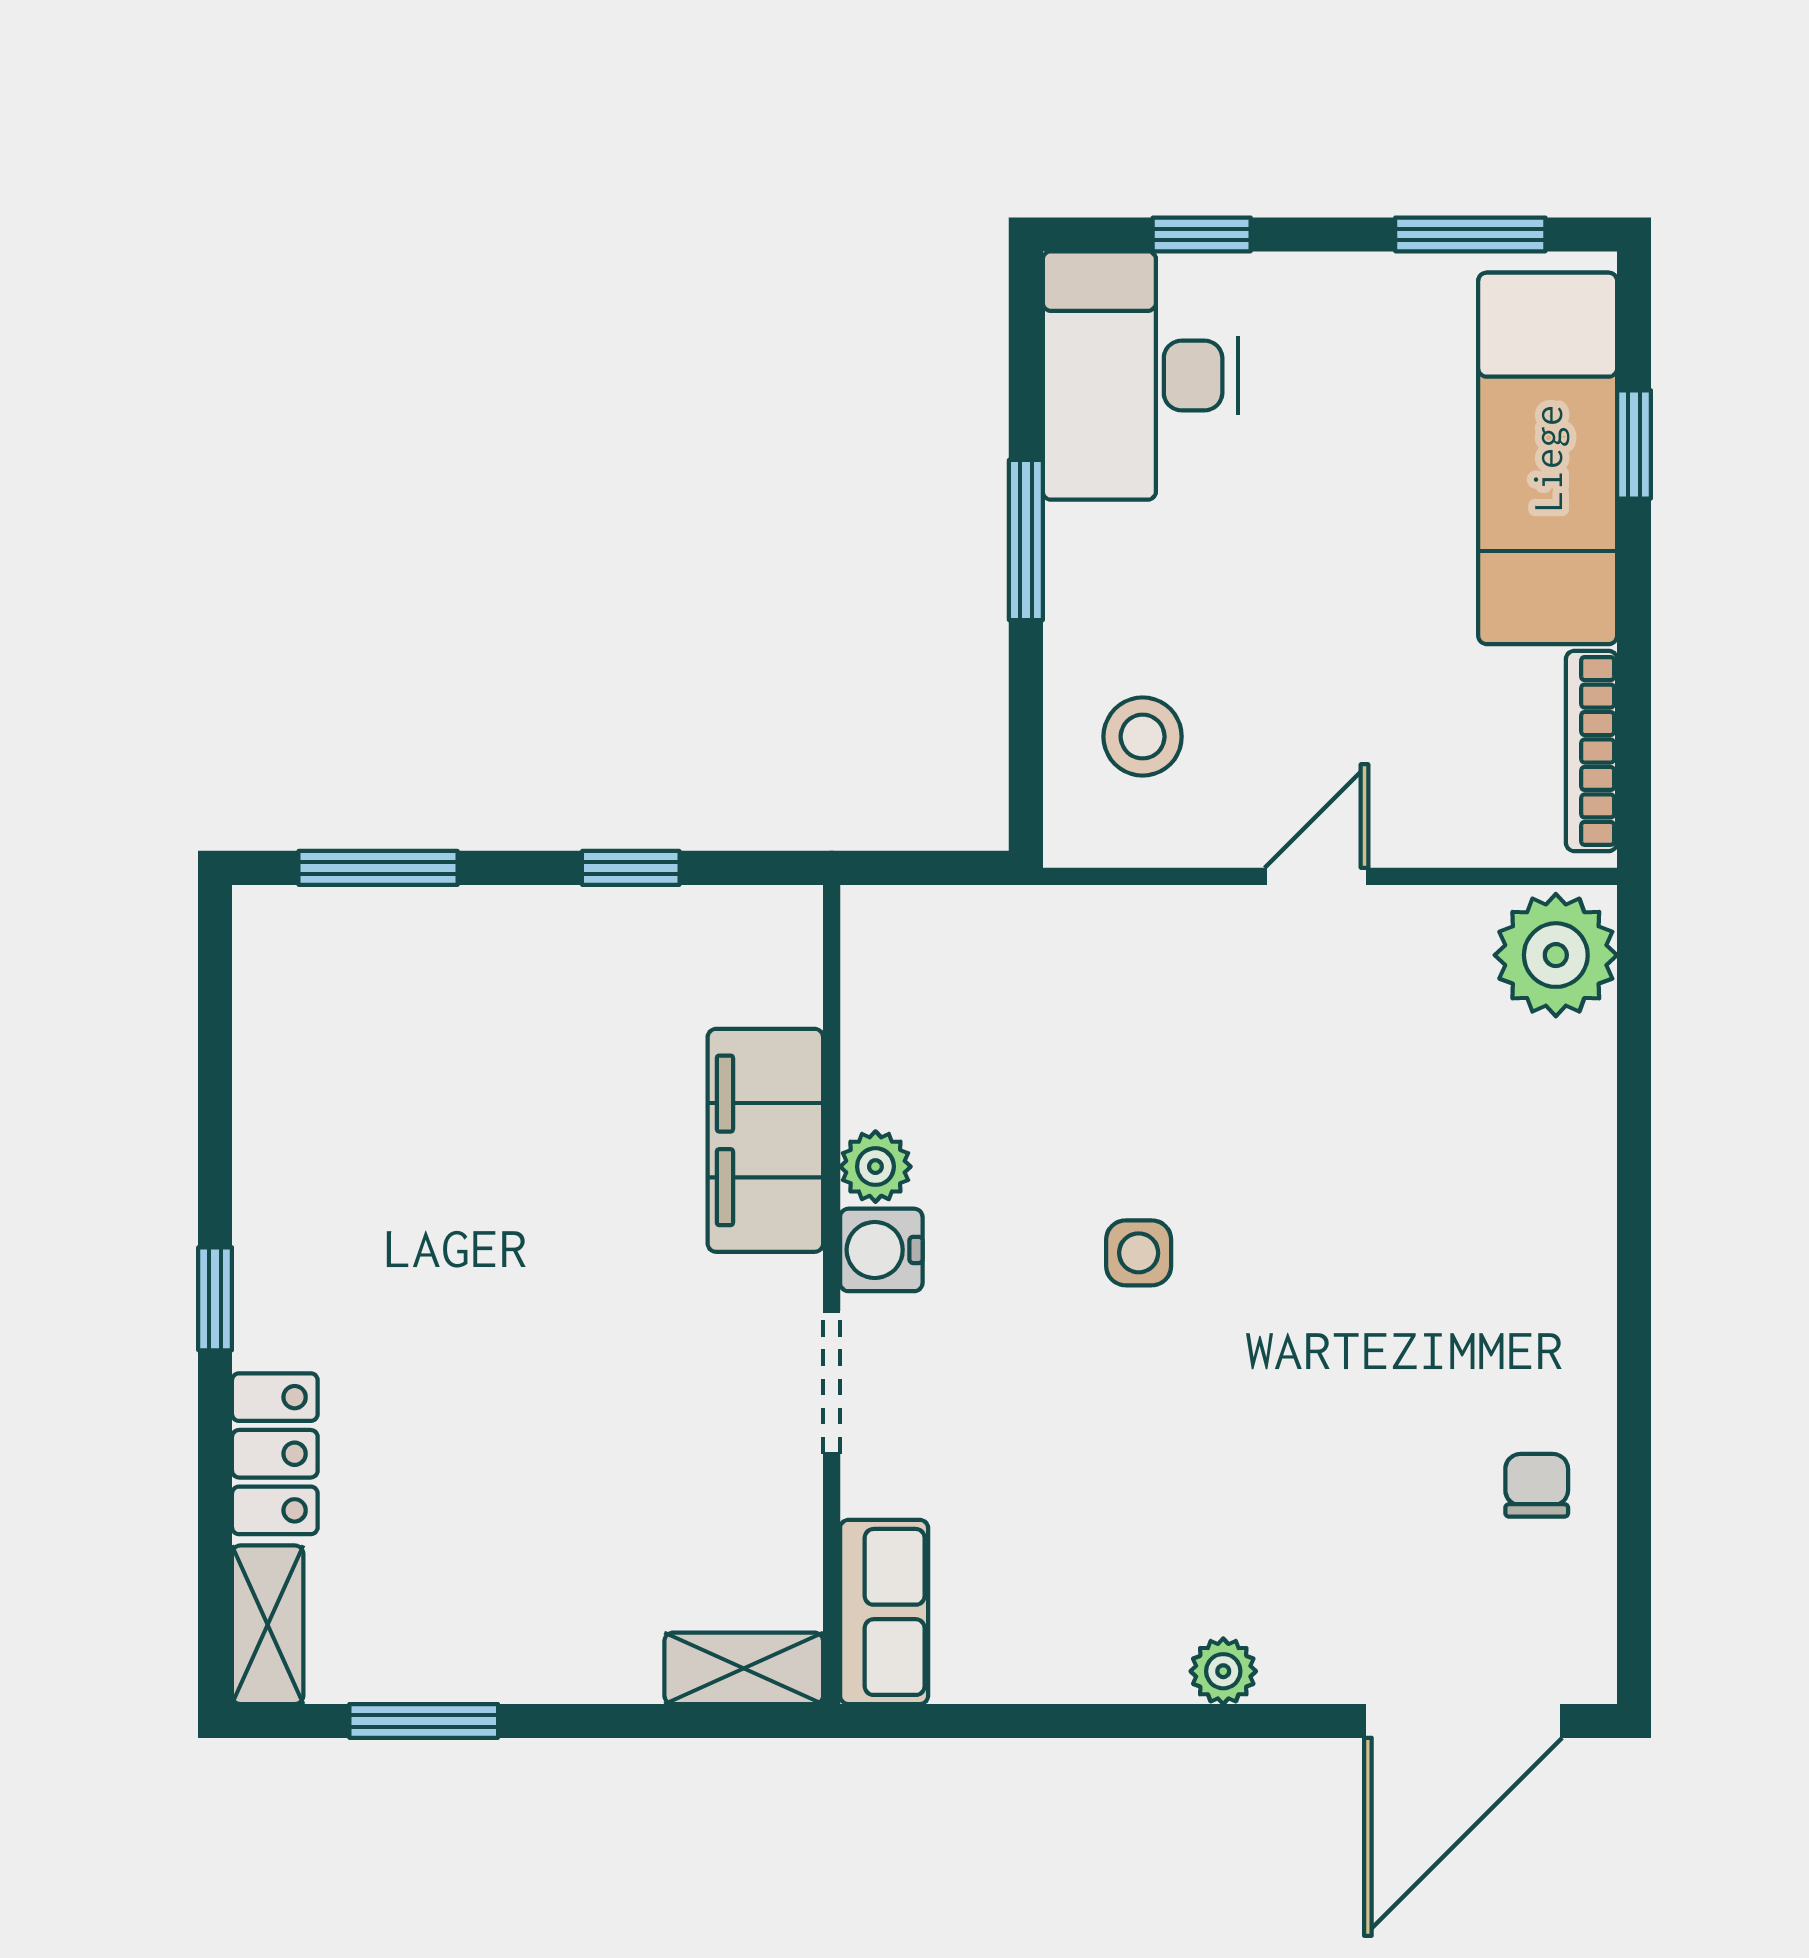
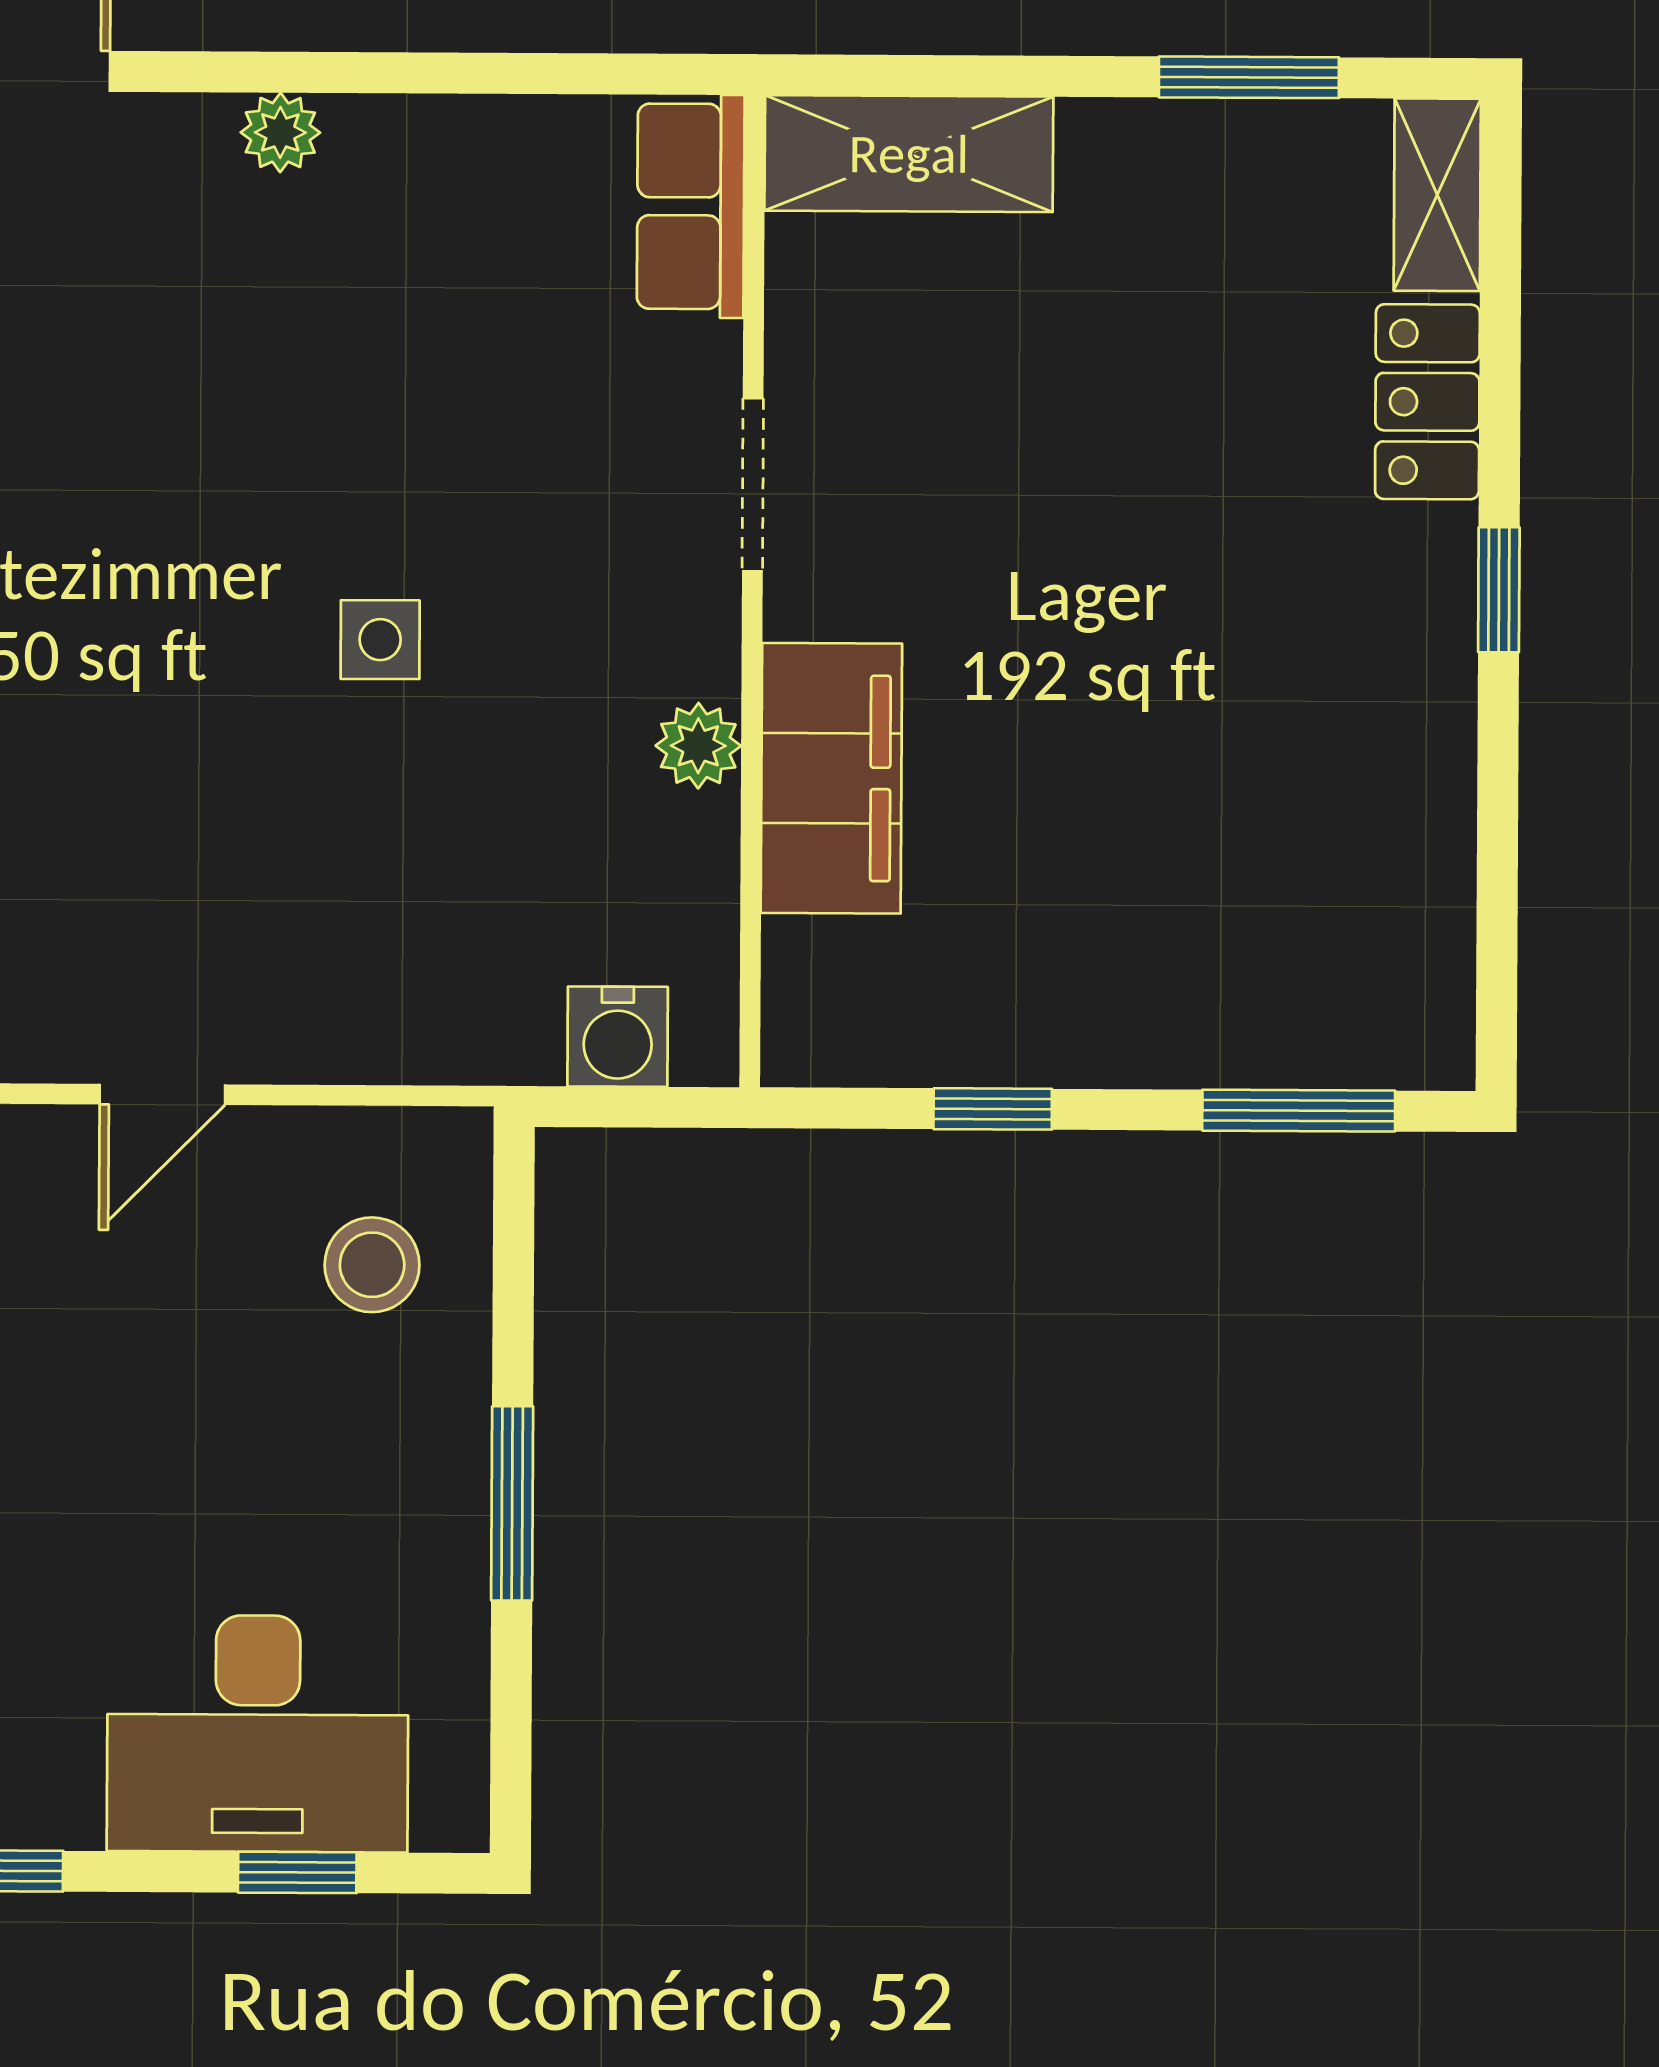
desk: (1140, 376) -> (258, 1734), moved, turned 90
water cooler: (881, 1250) -> (618, 1037), moved, turned 90
shelving: (744, 1668) -> (909, 154), width x1.50, depth x1.33

